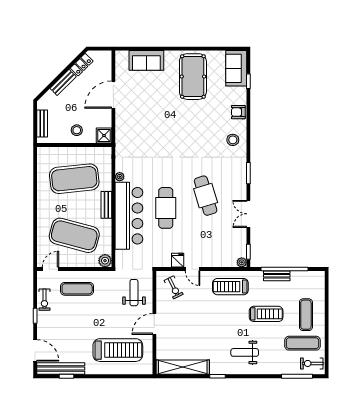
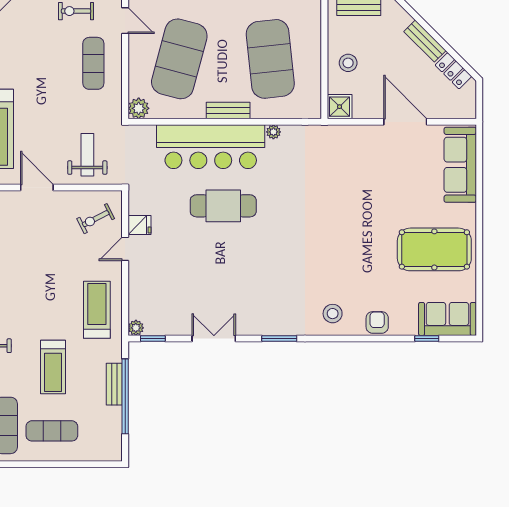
sofa: (146, 60) -> (460, 165), width x1.36
cafe table: (206, 196) -> (243, 270), removed
weight bench: (134, 293) -> (87, 155), turned -90

